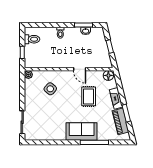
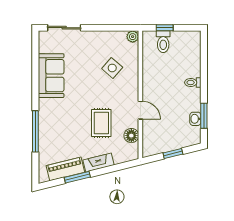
toilet: (32, 39) -> (163, 42), moved
door: (80, 69) -> (140, 110), swing flipped
floor lamp: (108, 75) -> (131, 136), moved
rug: (89, 96) -> (101, 123), turned 90
sofa: (82, 131) -> (51, 76), moved

